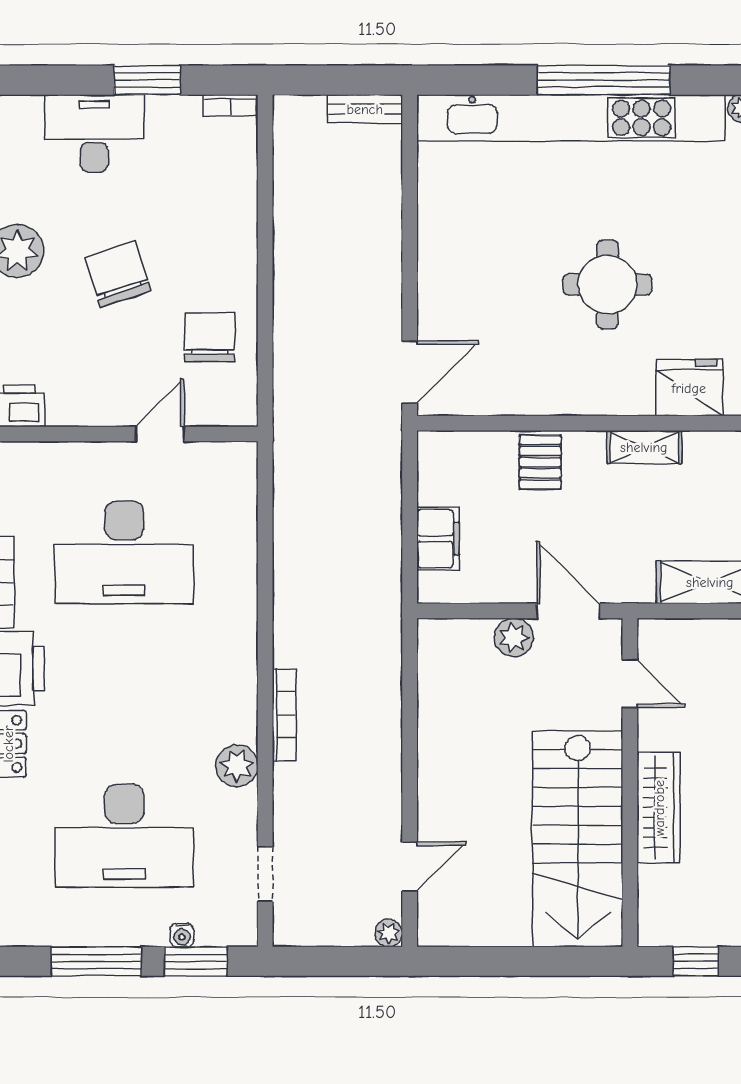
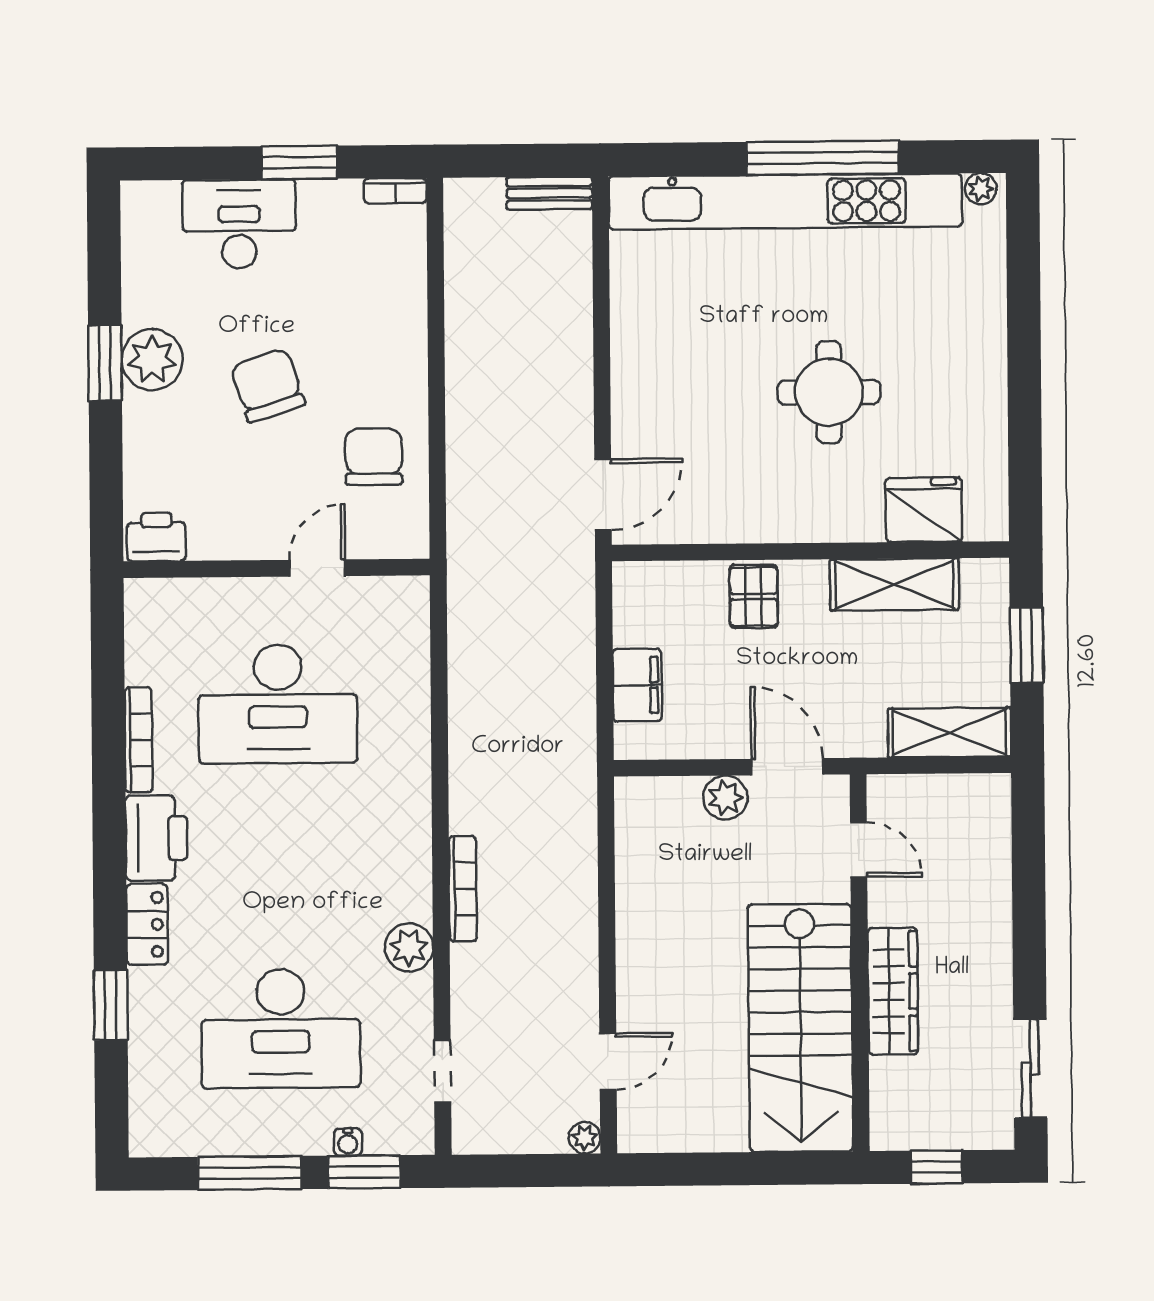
shelving: (644, 447) -> (894, 584), width x1.50, depth x1.33

